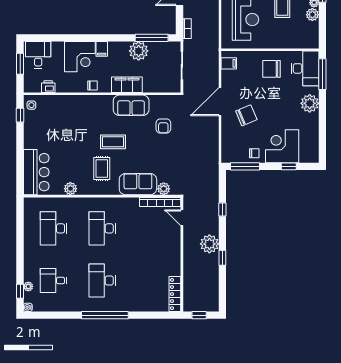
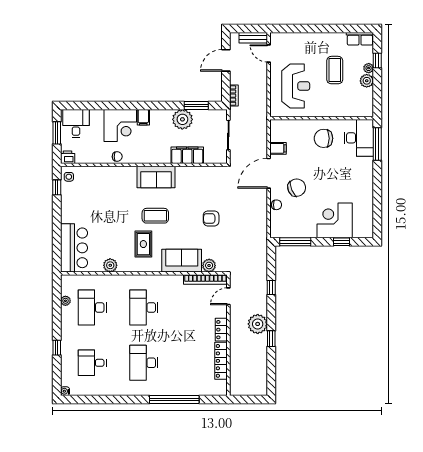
window: (152, 38) -> (196, 105), width x0.69
filing cabinet: (229, 63) -> (278, 148), moved
chair: (93, 85) -> (117, 157), moved
filing cabinet: (127, 85) -> (187, 155), moved
printer: (48, 87) -> (68, 157), moved
plant: (310, 103) -> (364, 175), removed
sofa: (131, 105) -> (156, 177), moved
armchair: (163, 126) -> (211, 218), moved, turned 90
chair: (254, 153) -> (276, 205), moved
door: (182, 218) -> (228, 296), hinge flipped
locker: (175, 249) -> (221, 330), added
plant: (28, 286) -> (65, 301), moved
window: (20, 291) -> (57, 348), moved
locker: (175, 294) -> (221, 361), moved
window: (105, 315) -> (174, 399), moved
window: (199, 315) -> (247, 399), removed

